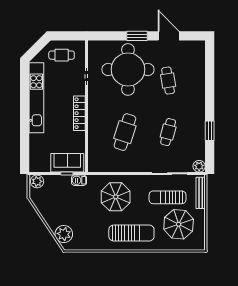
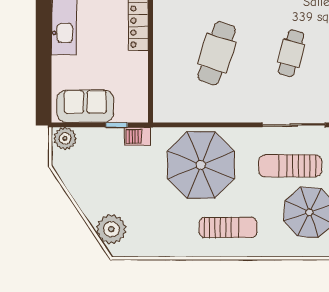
sofa: (67, 163) -> (85, 106), moved
parasol: (116, 197) -> (201, 165), width x1.36, depth x1.36
sun lounger: (131, 233) -> (228, 227), width x0.73, depth x0.75

